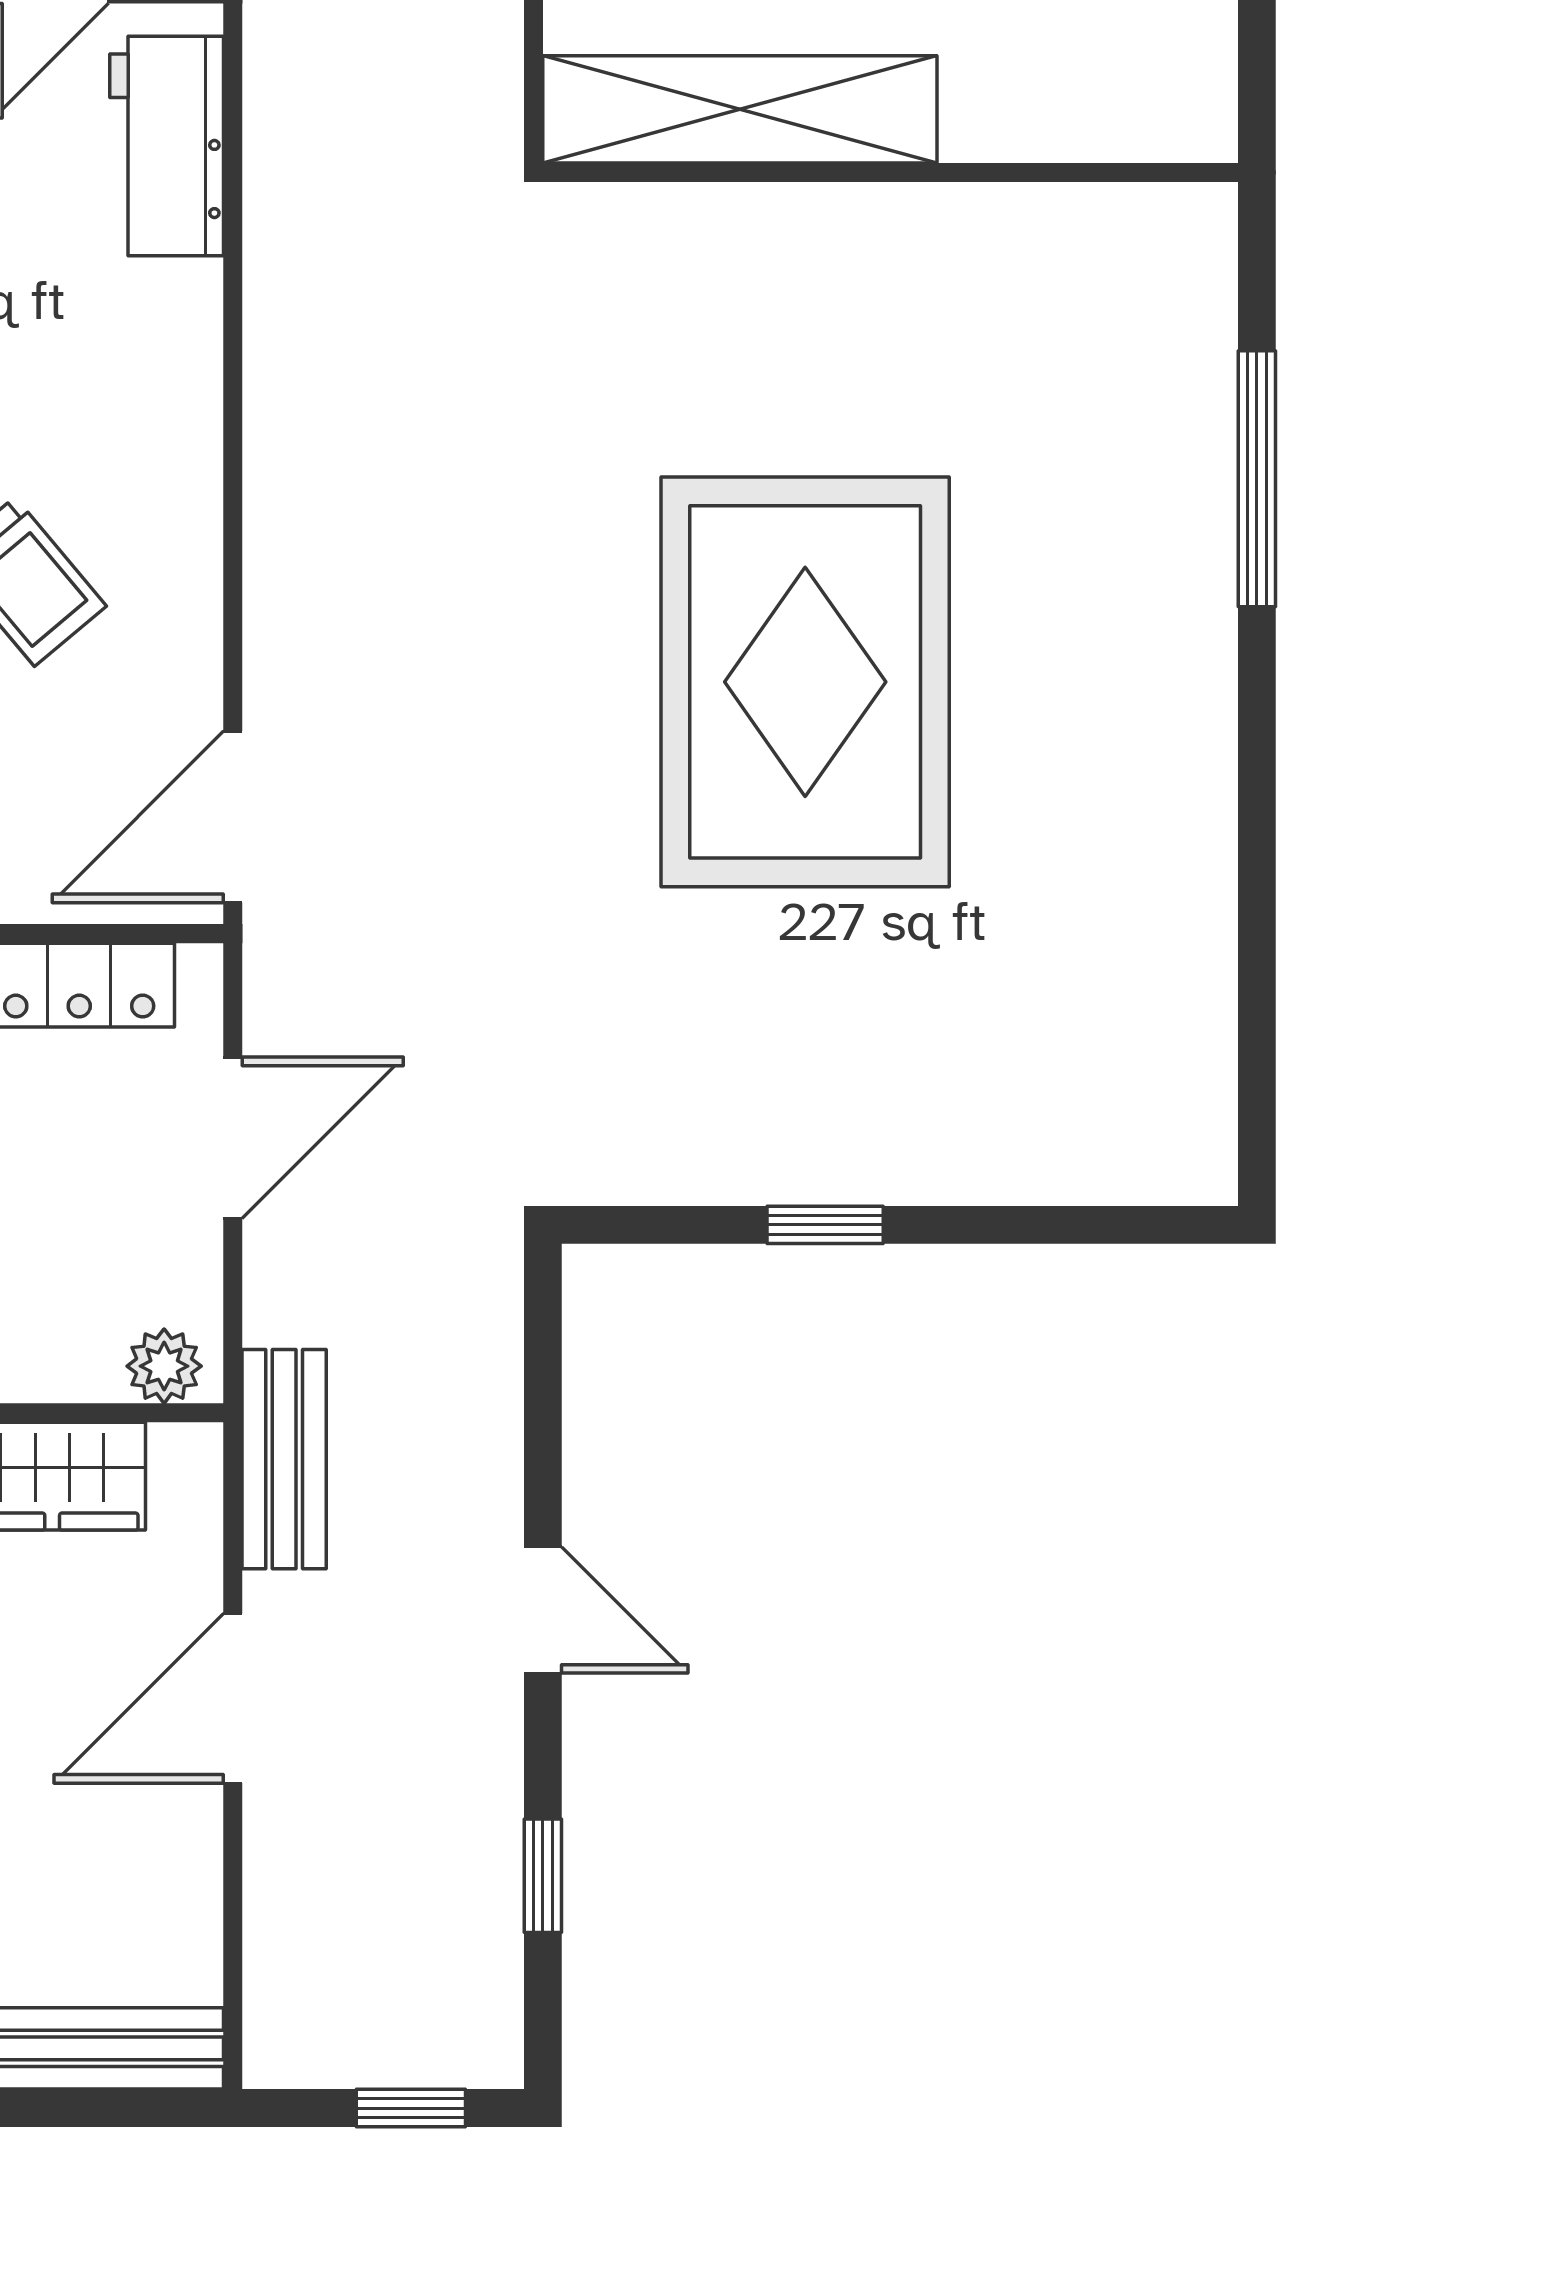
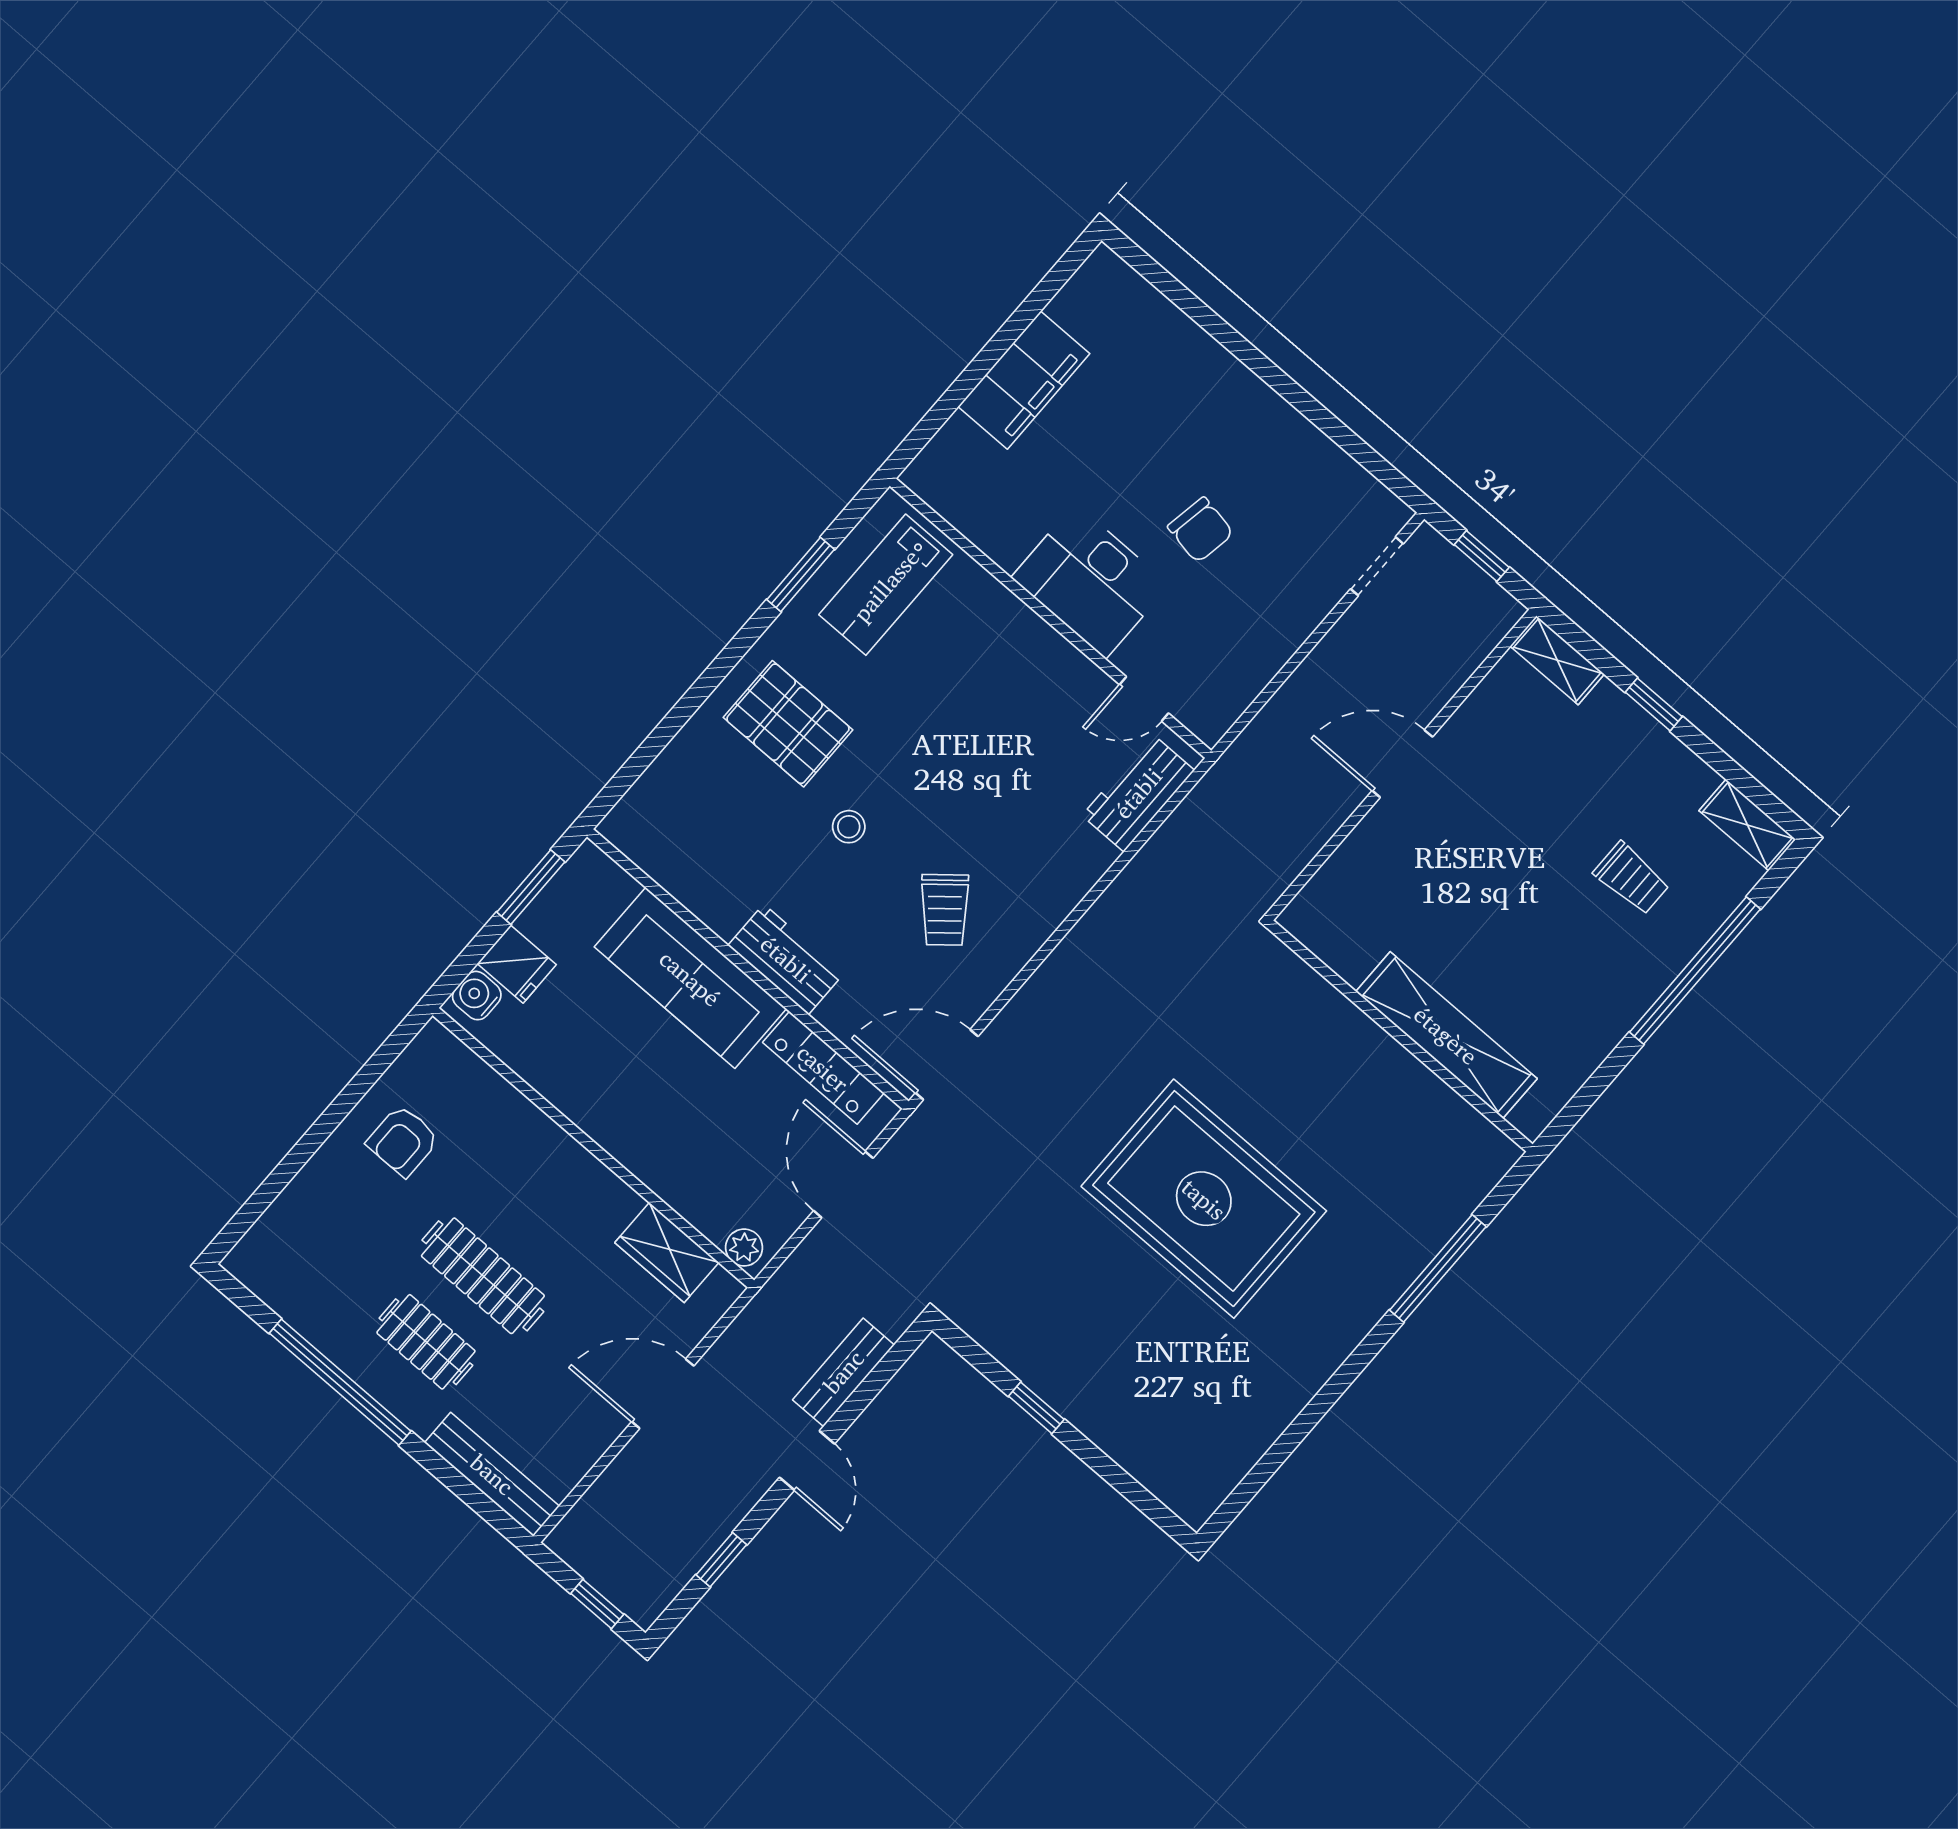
shelving: (740, 109) -> (1446, 1035), moved
rug: (805, 682) -> (1204, 1199), turned 90
door: (233, 1138) -> (843, 1184), swing flipped
bench: (284, 1459) -> (843, 1372), moved

